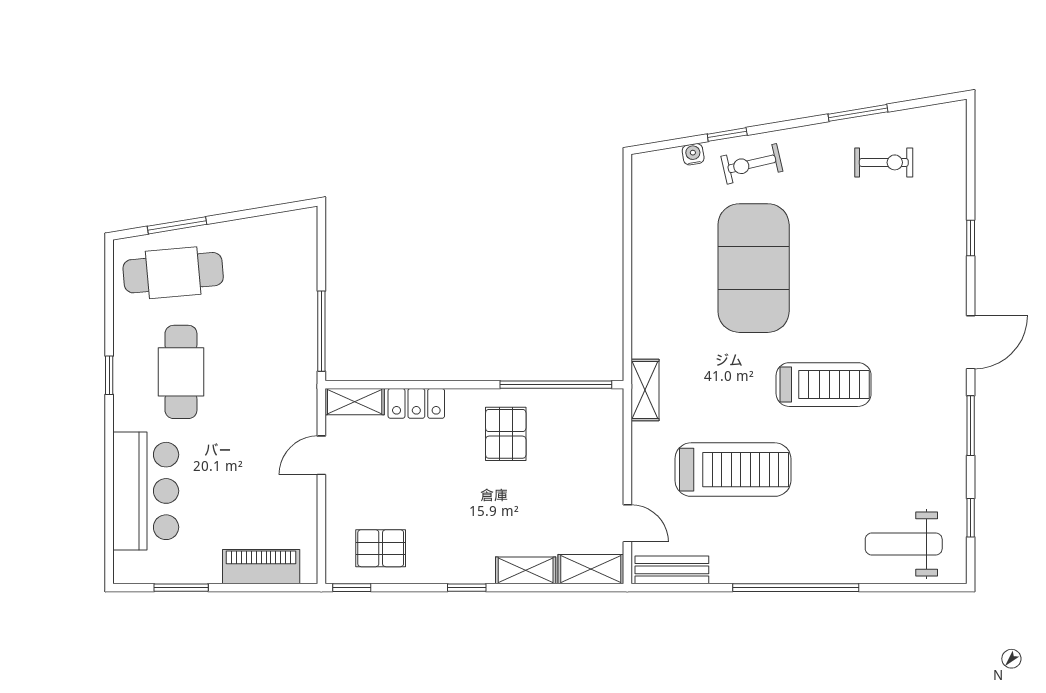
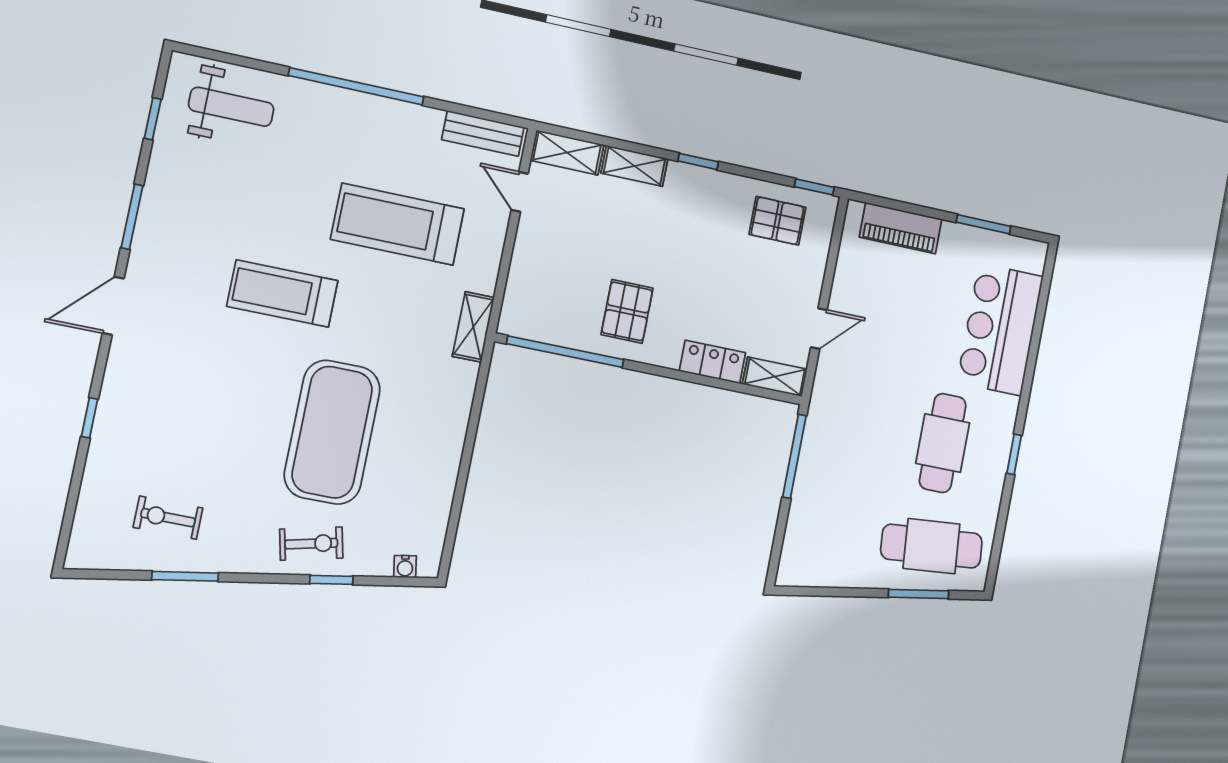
water cooler: (693, 154) -> (405, 567), moved

